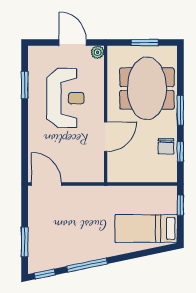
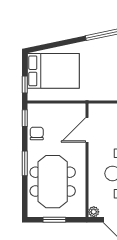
door: (106, 137) -> (87, 130), moved
window: (180, 152) -> (25, 118), moved
bed: (146, 229) -> (53, 71), width x1.50

